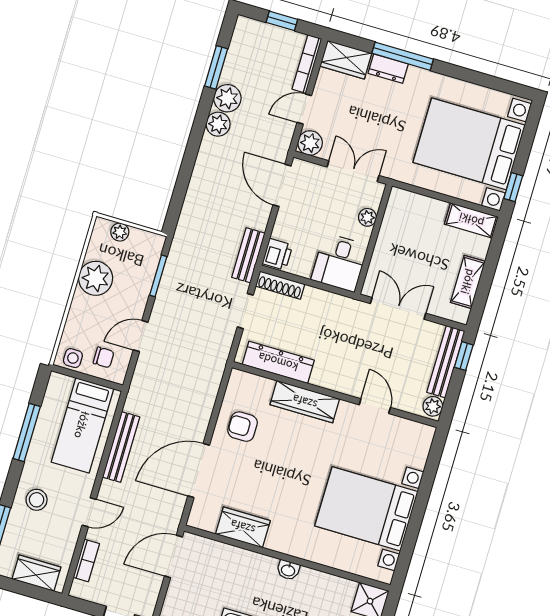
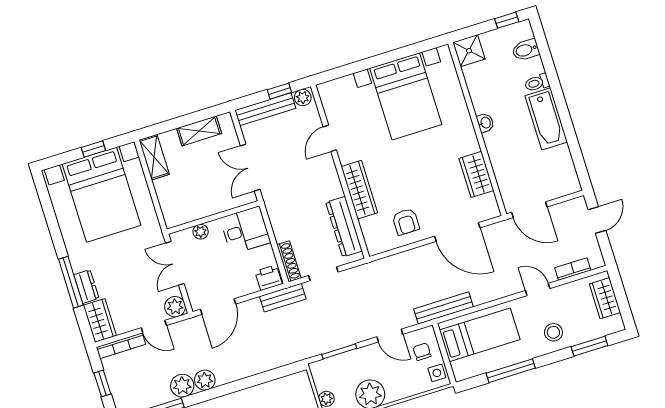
window: (513, 187) -> (93, 149), moved
window: (464, 356) -> (279, 91), moved
bench: (121, 447) -> (443, 308), moved

